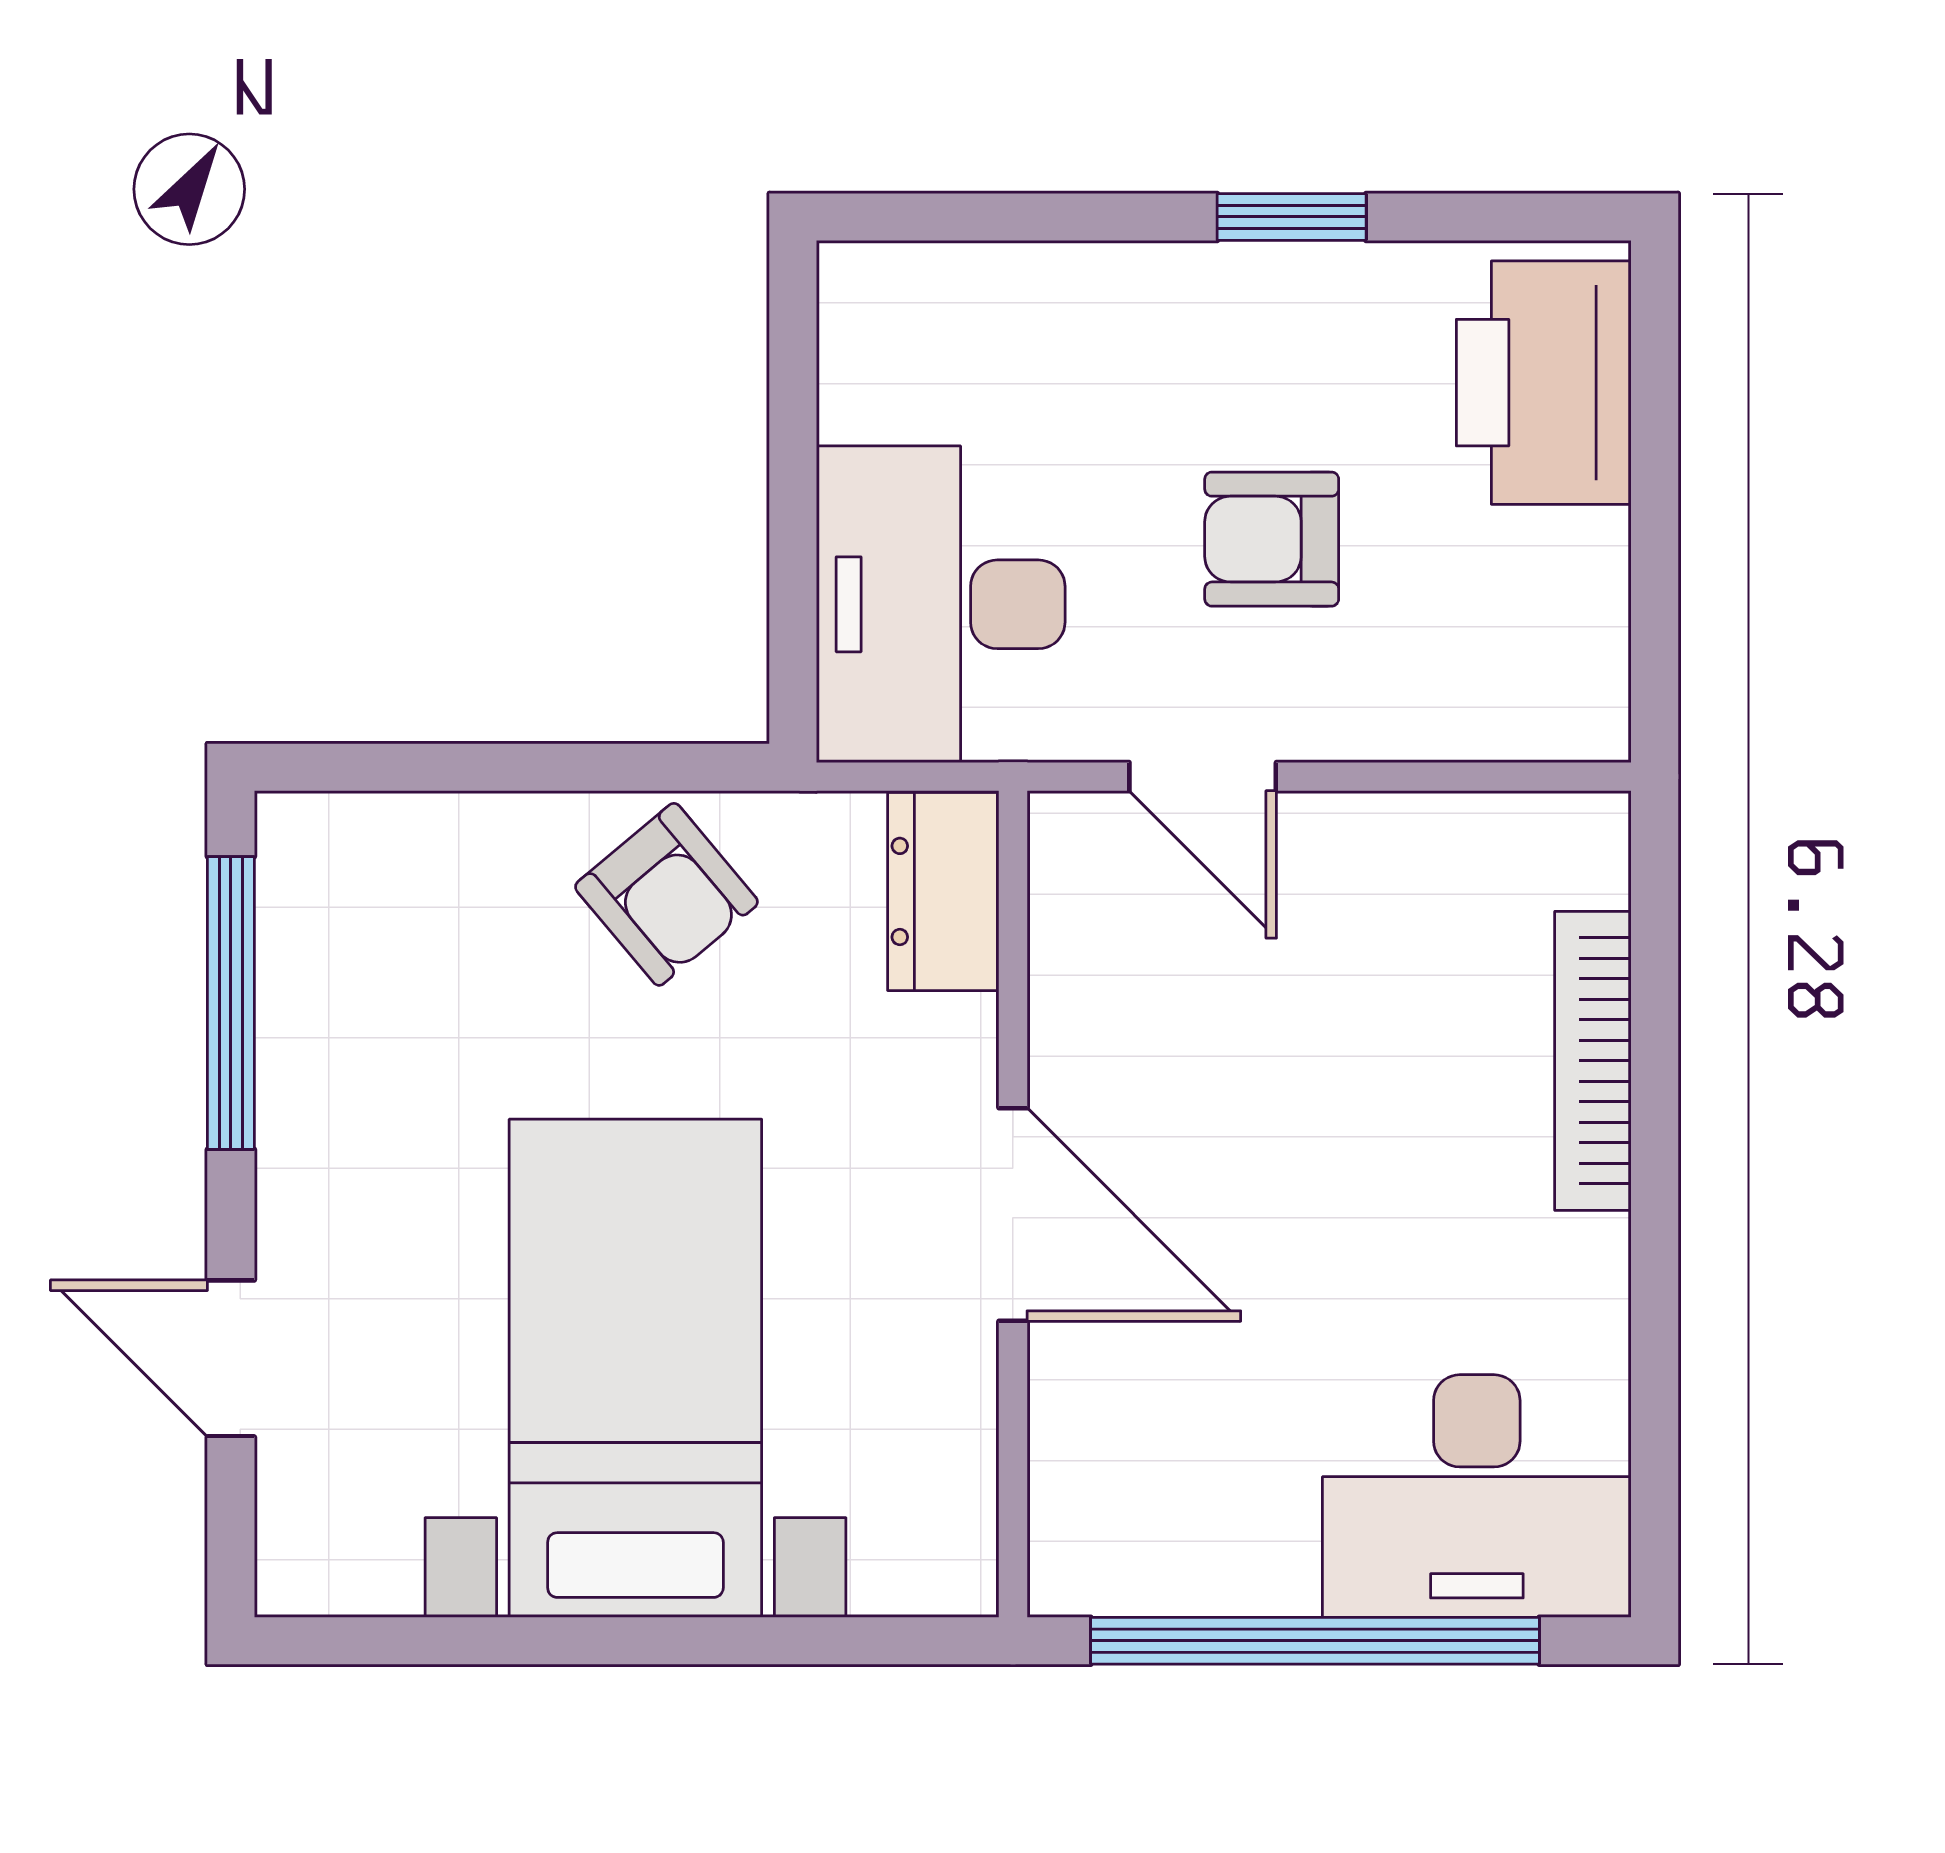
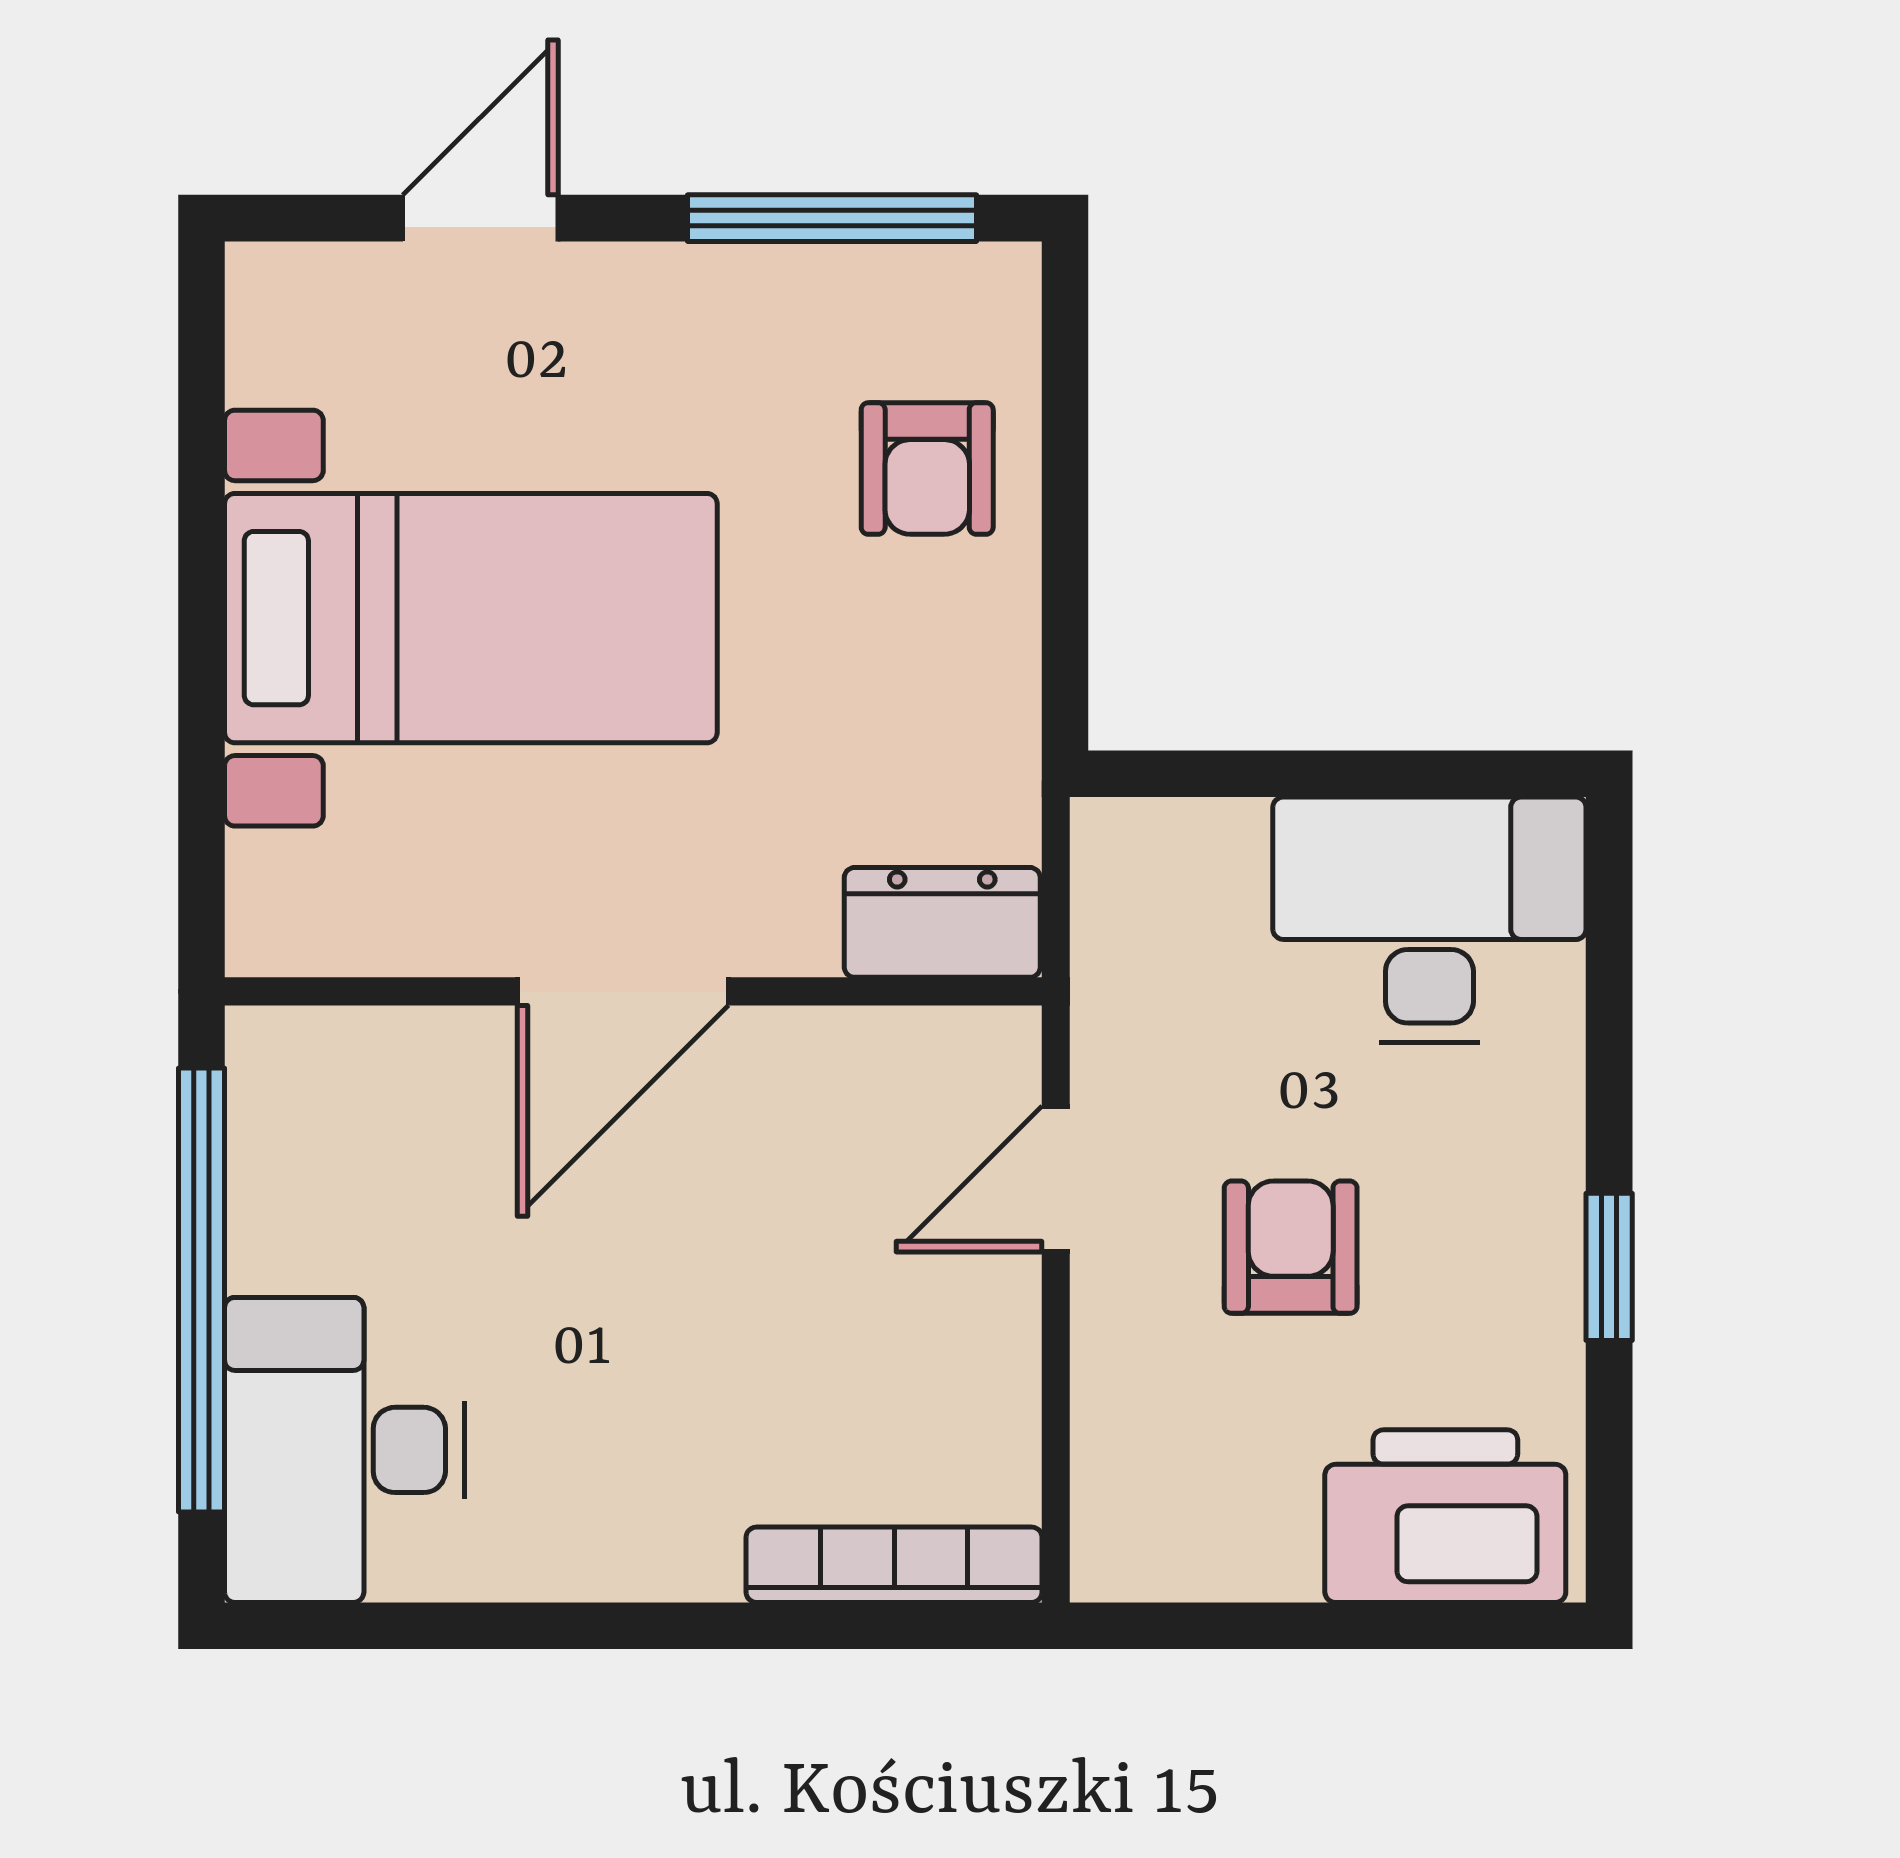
desk: (941, 604) -> (1429, 920), moved
armchair: (666, 894) -> (927, 468), moved, turned -50
bookcase: (1593, 1061) -> (894, 1565), moved

